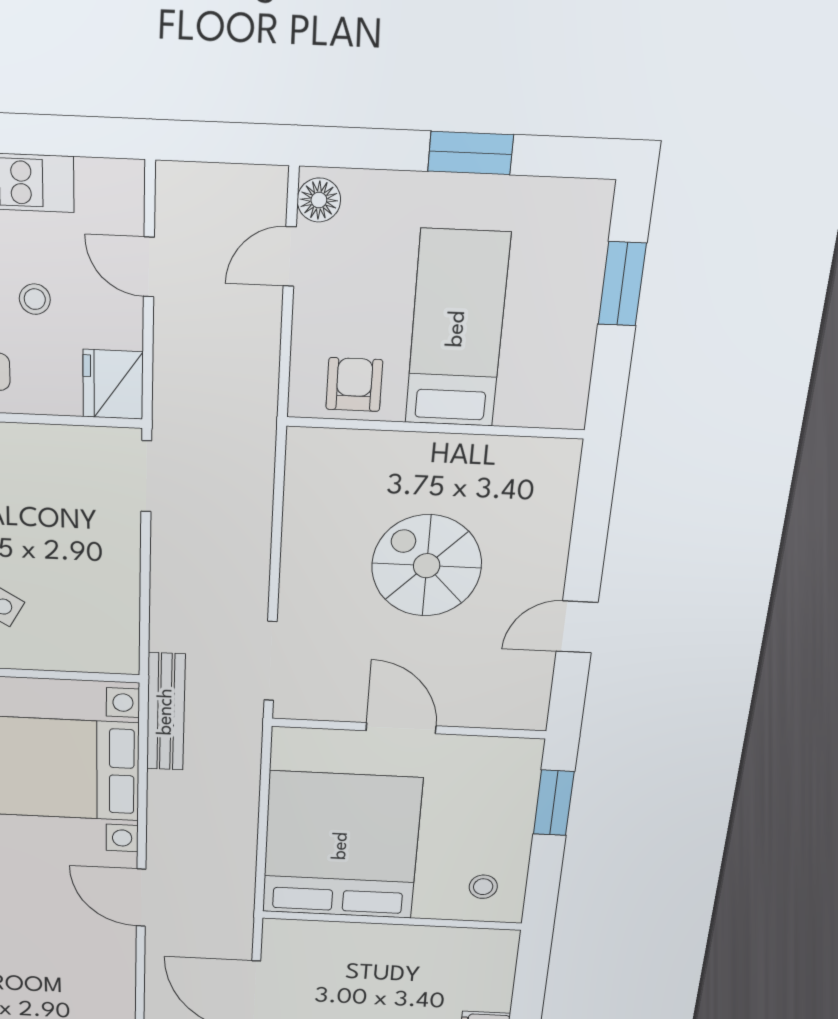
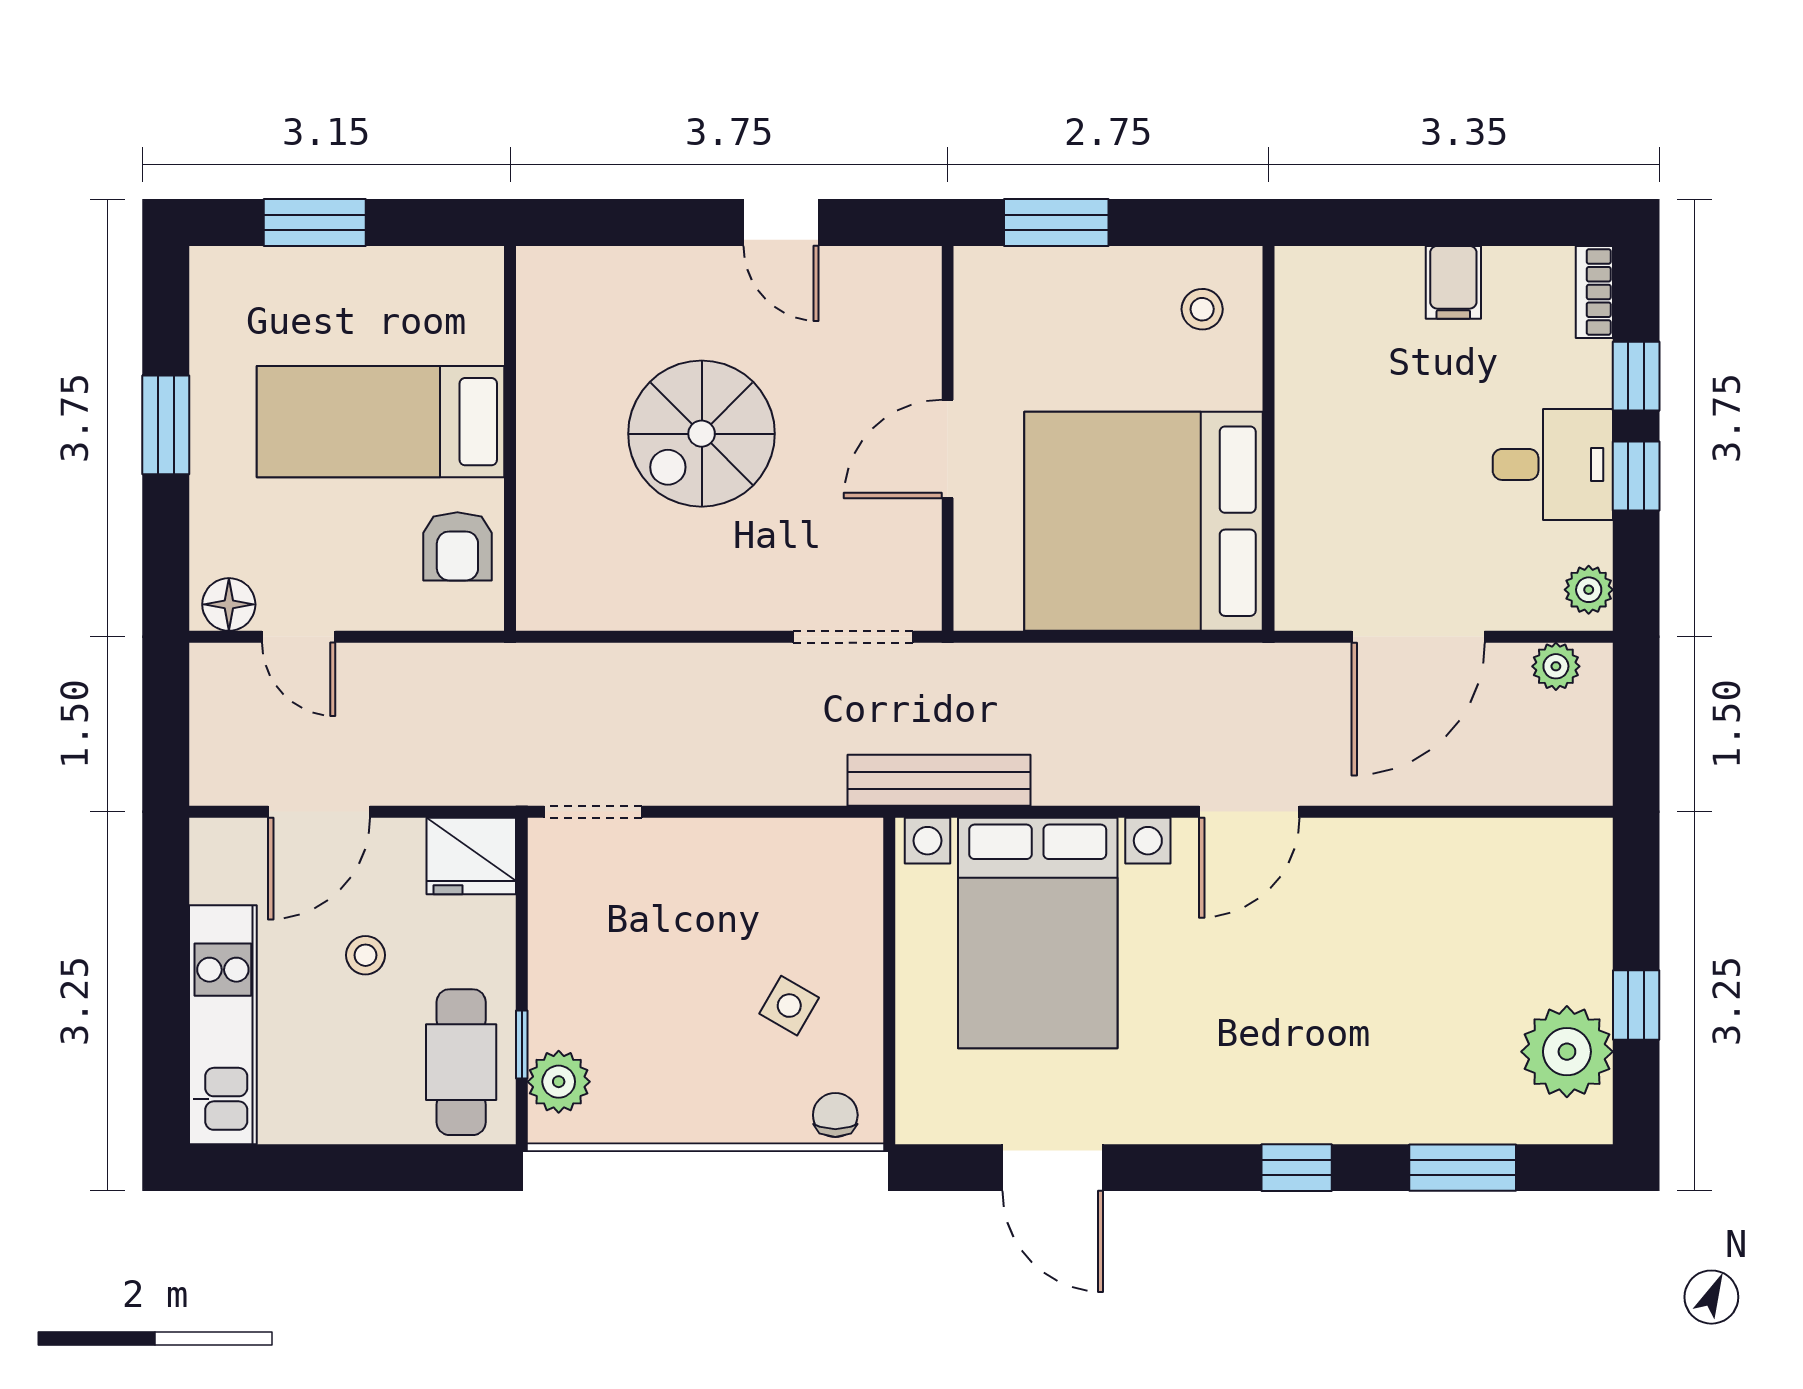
door: (149, 267) -> (319, 812), width x1.38
armchair: (354, 385) -> (457, 546), turned -90

